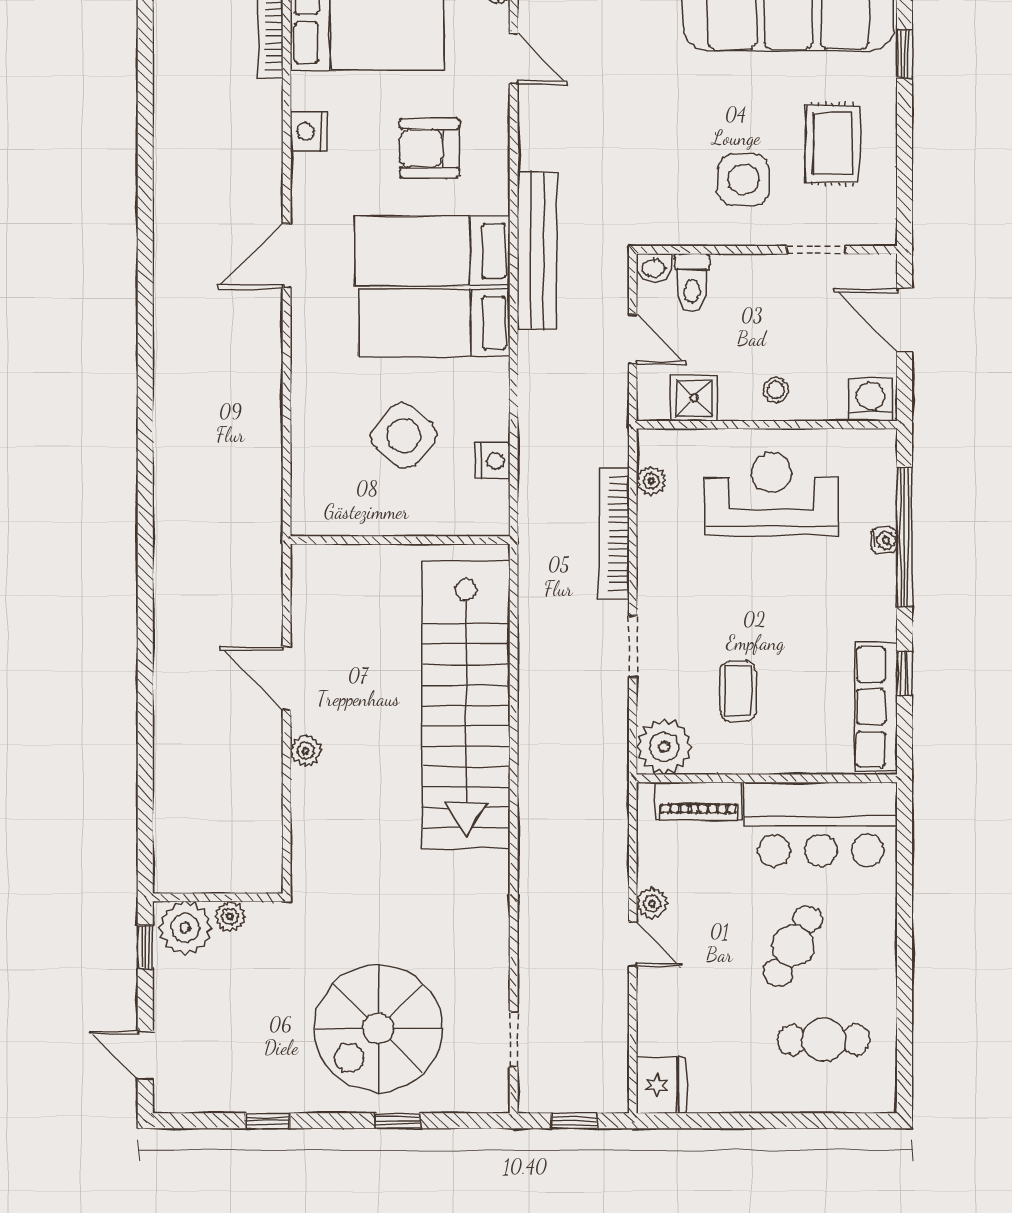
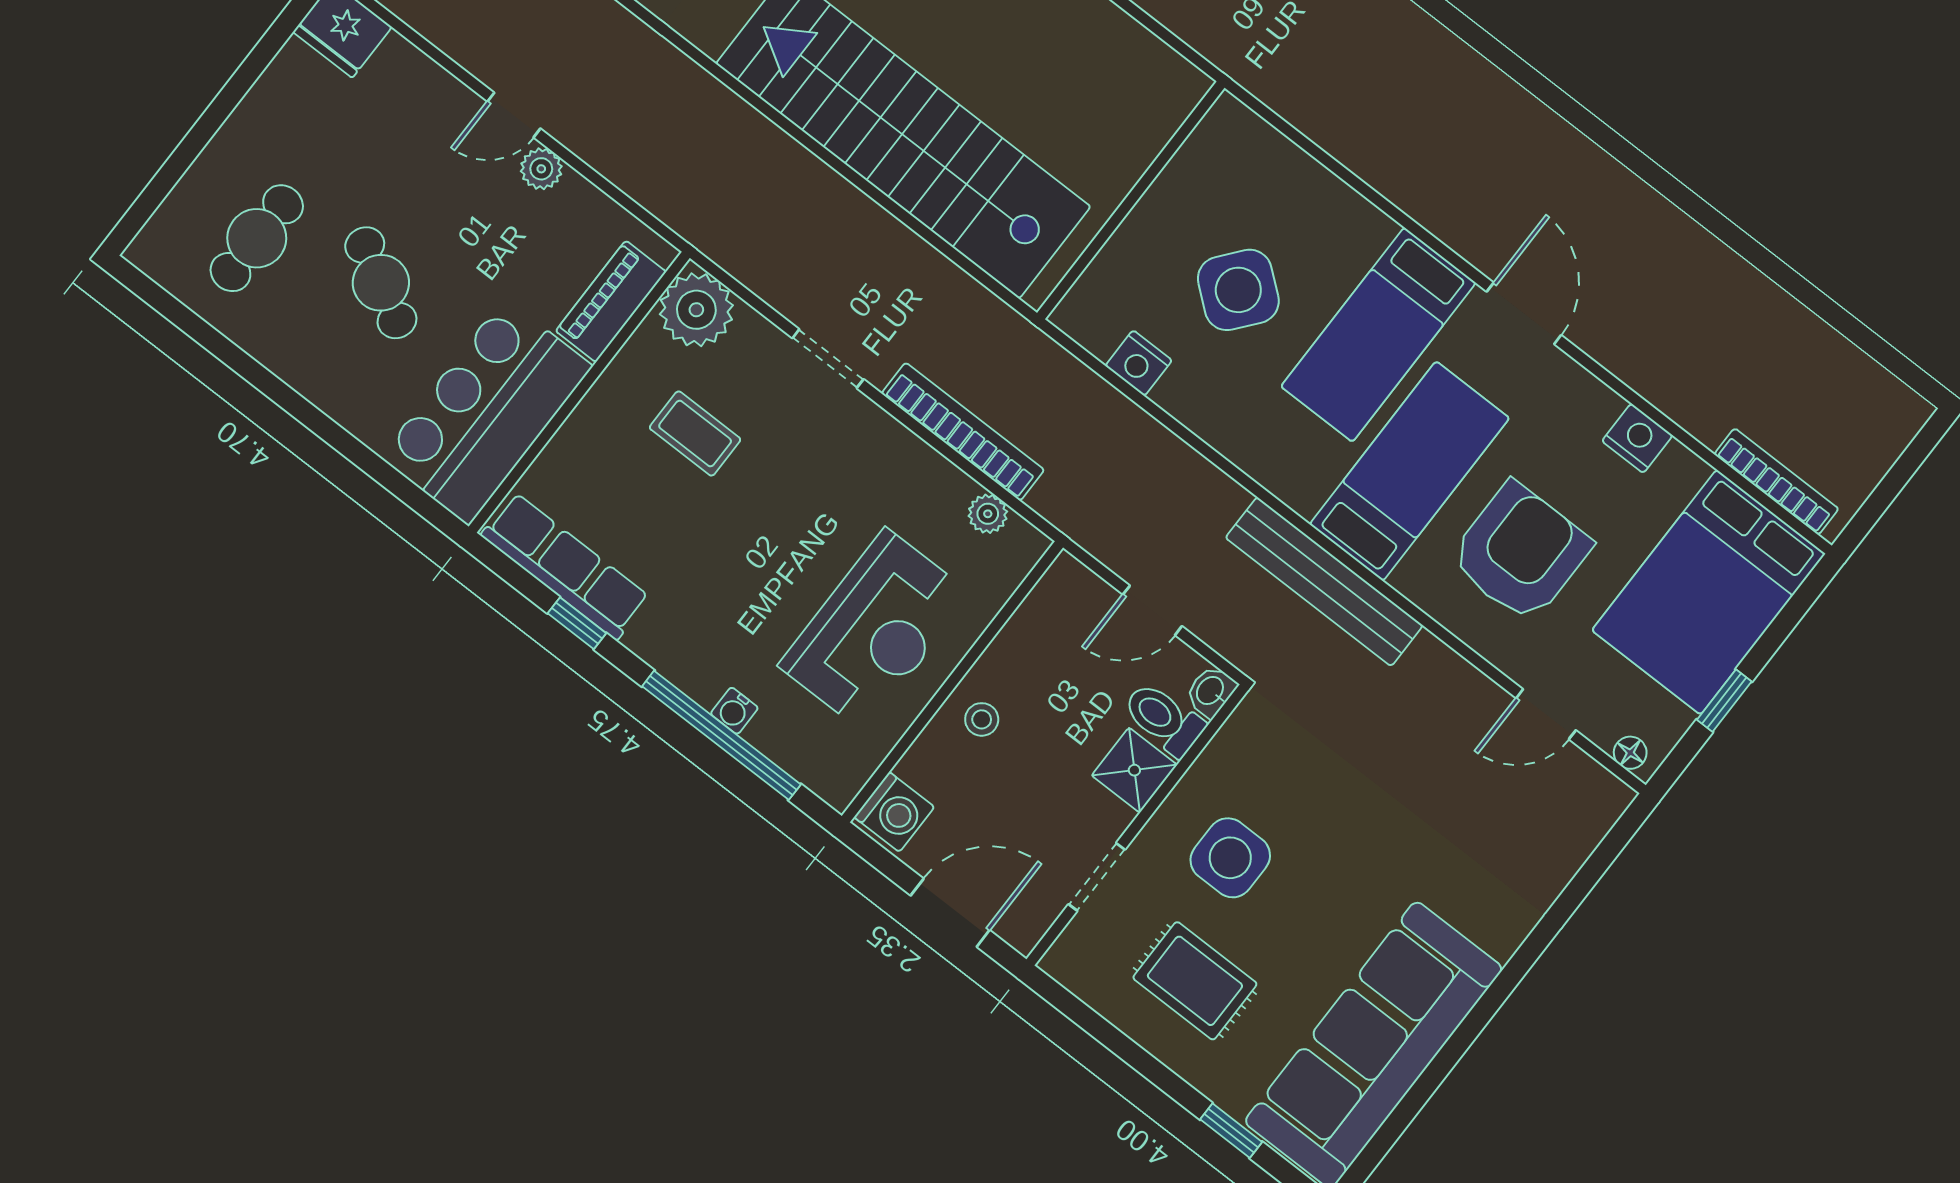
armchair: (430, 148) -> (1520, 552), width x1.36, depth x1.36
bed: (434, 323) -> (1378, 335), moved, turned 180
shower: (694, 398) -> (1134, 770), moved

